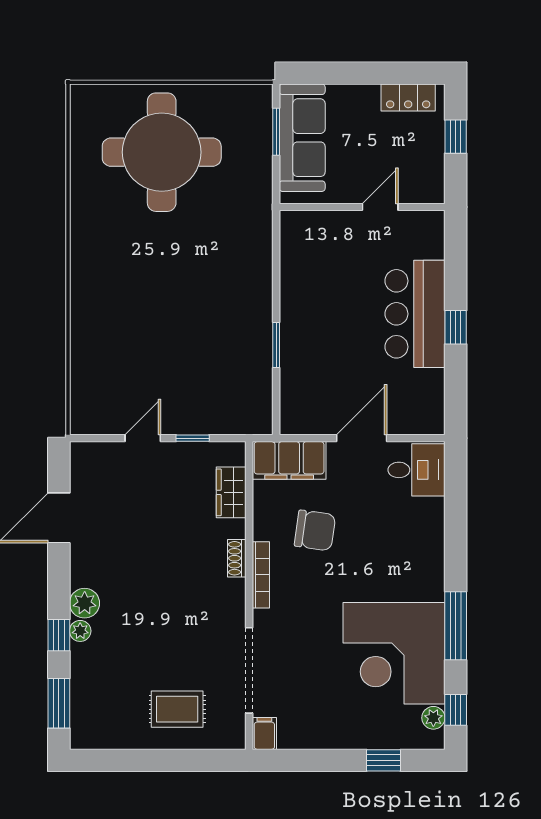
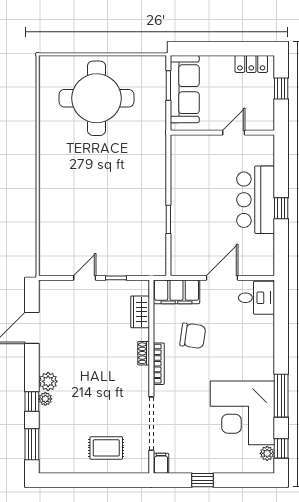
window: (383, 760) -> (202, 480), moved

